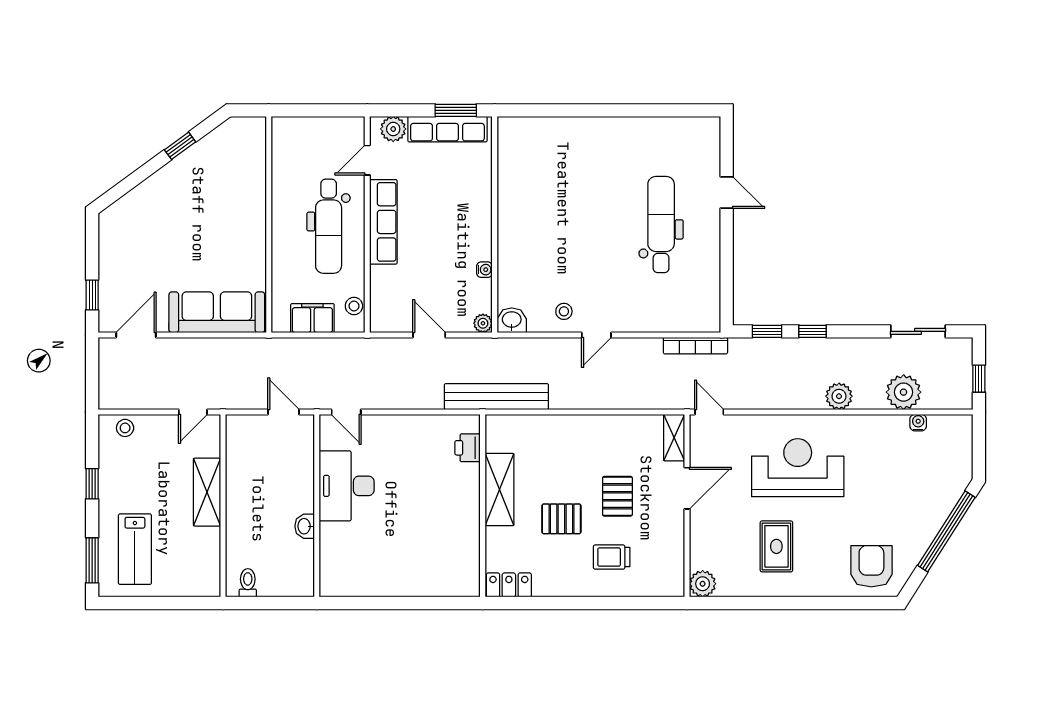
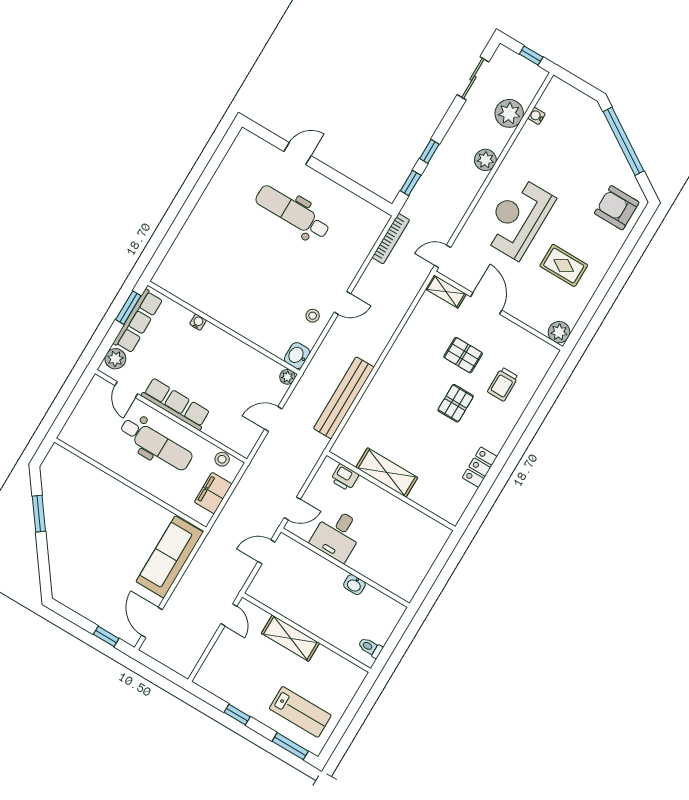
window: (180, 146) -> (39, 514), width x1.50
water cooler: (484, 270) -> (198, 322), moved
door: (596, 335) -> (343, 303), hinge flipped
stool: (125, 428) -> (212, 669), removed
printer: (468, 448) -> (345, 477), moved
desk: (347, 486) -> (337, 535), width x0.73
shelving: (499, 490) -> (387, 473), moved
wall: (483, 506) -> (391, 491), moved

